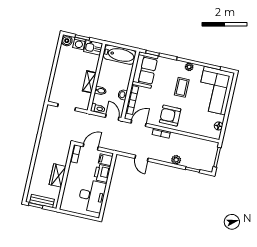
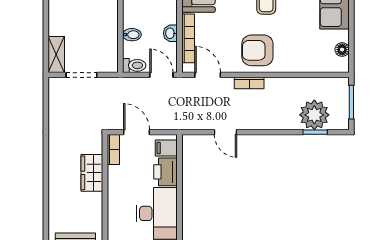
shelving: (89, 82) -> (56, 54), moved
door: (139, 123) -> (208, 75), hinge flipped
door: (91, 147) -> (137, 132), hinge flipped
plant: (176, 160) -> (314, 115), moved, width x1.88, depth x1.88
wardrobe: (58, 175) -> (92, 173), moved

